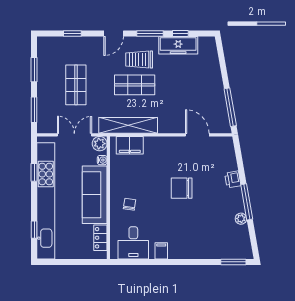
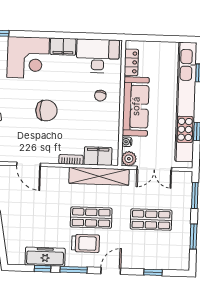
shop shelf: (76, 85) -> (151, 220), turned 90
bookcase: (156, 141) -> (71, 159), added
corner desk: (201, 239) -> (28, 58), added
desk: (133, 243) -> (98, 56), width x1.37
filing cabinet: (161, 251) -> (63, 47), width x2.00

